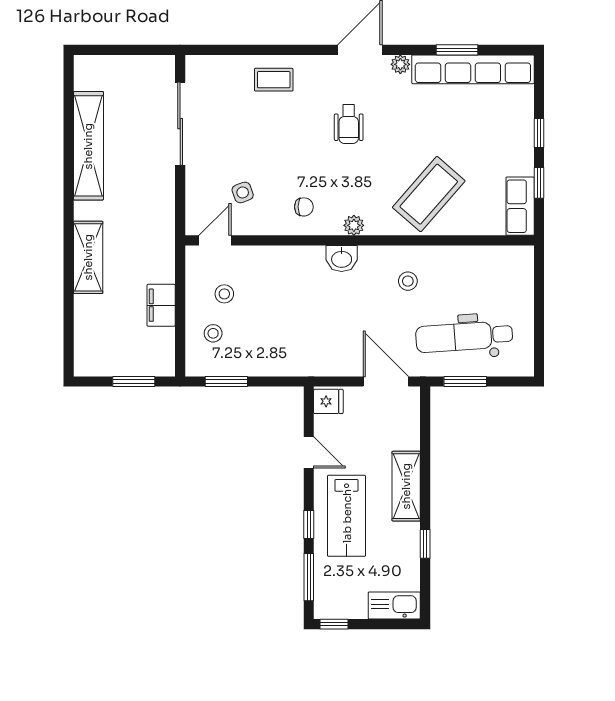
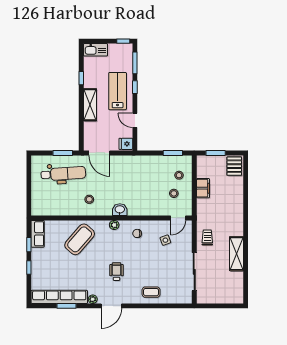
shelving: (88, 146) -> (236, 254), width x0.68
trolley: (152, 198) -> (207, 238), added
shelving: (88, 257) -> (237, 210), removed
pallet: (93, 353) -> (234, 166), added

